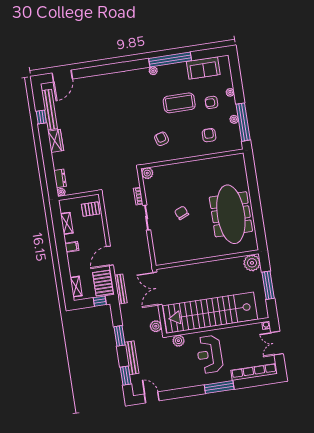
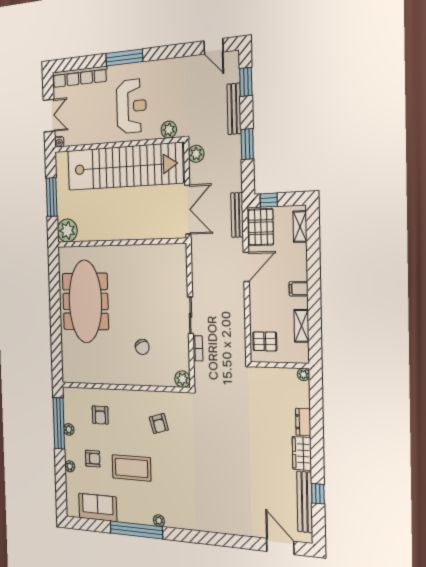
door: (62, 76) -> (280, 546), hinge flipped
dresser: (60, 178) -> (303, 422), moved
chair: (182, 213) -> (142, 347), moved

